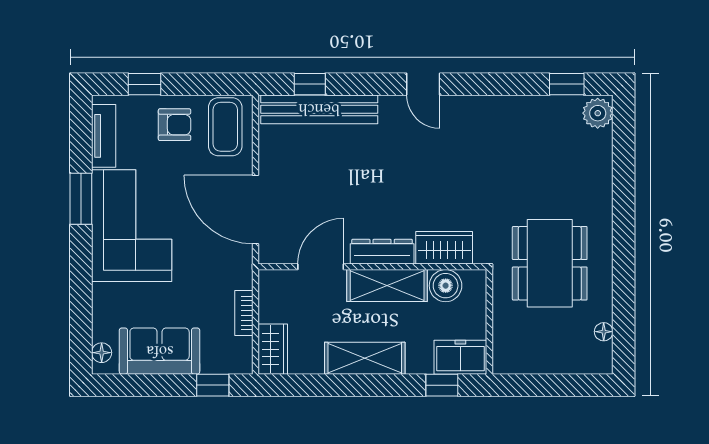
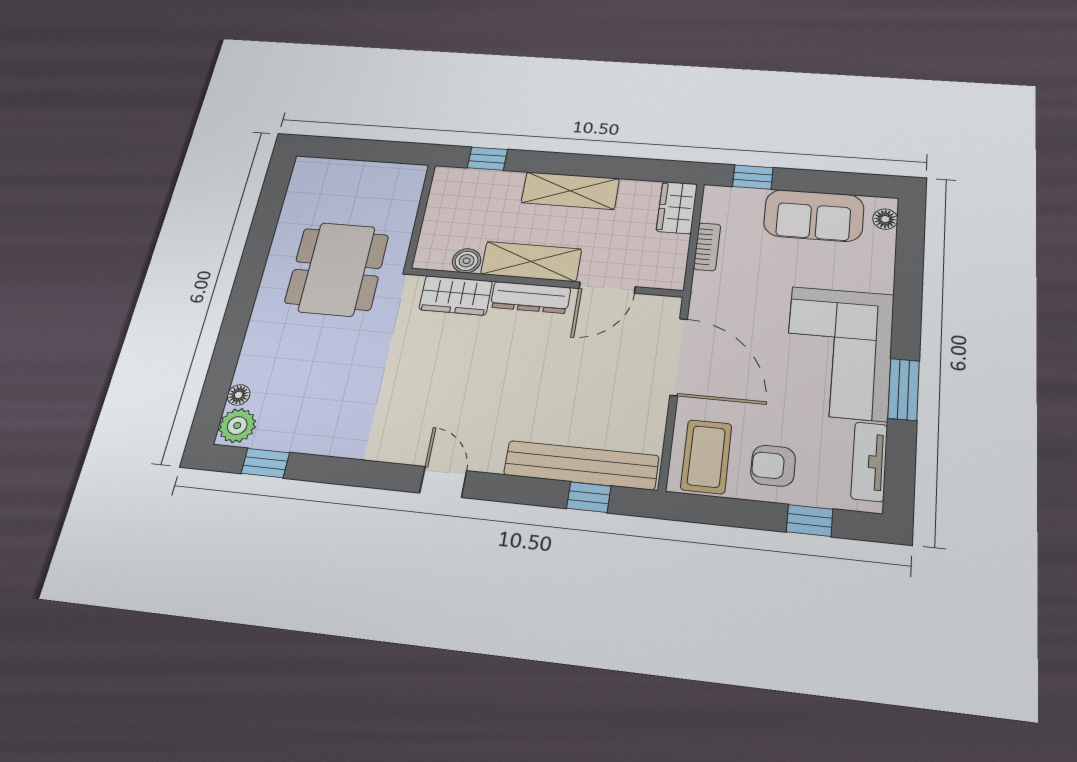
boiler: (446, 286) -> (467, 261), width x0.73, depth x0.73
floor lamp: (604, 332) -> (239, 395), moved
freezer: (460, 357) -> (461, 184), removed

